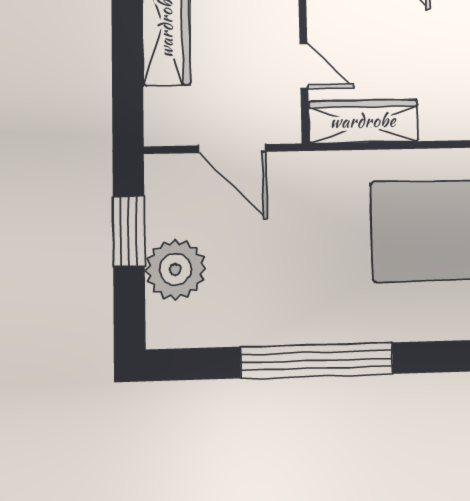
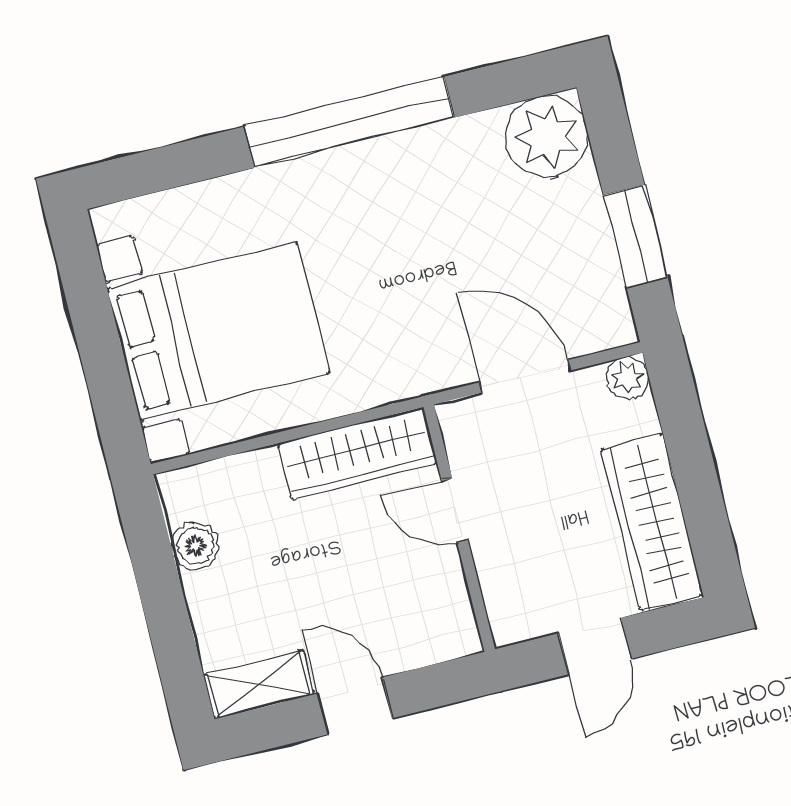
plant: (159, 131) -> (628, 378), added
plant: (175, 269) -> (547, 137), moved

